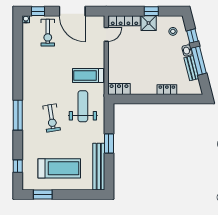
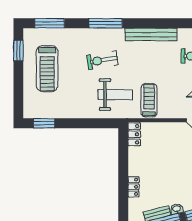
window: (109, 143) -> (44, 123), moved
window: (18, 166) -> (50, 23), width x2.17
bench: (99, 167) -> (151, 34), moved

